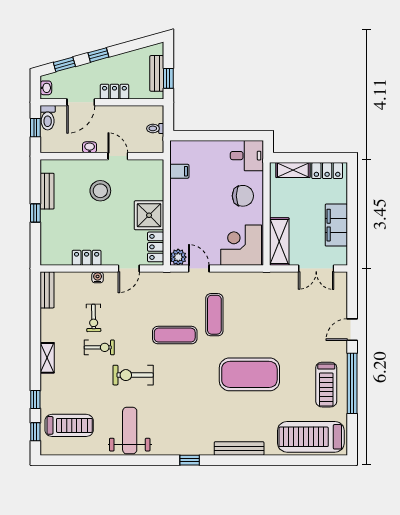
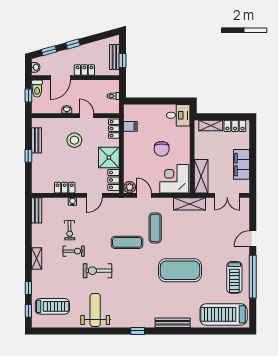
locker: (156, 174) -> (114, 129), added
chair: (243, 196) -> (162, 149), moved, turned 90
shelving: (263, 281) -> (190, 204), added

